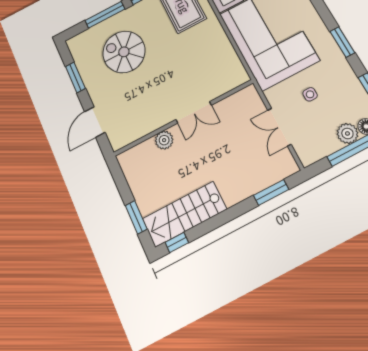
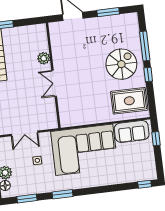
spiral stairs: (124, 52) -> (121, 64), moved
double door: (279, 127) -> (24, 133), swing flipped

